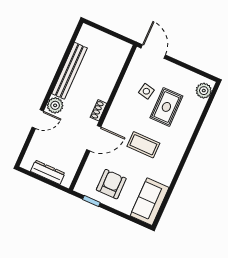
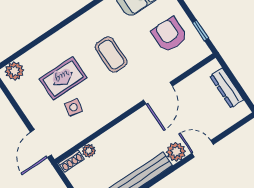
plant: (117, 68) -> (89, 151), added
shoe rack: (98, 110) -> (71, 161), moved
door: (94, 138) -> (158, 93), swing flipped
armchair: (111, 184) -> (169, 35), turned 90

